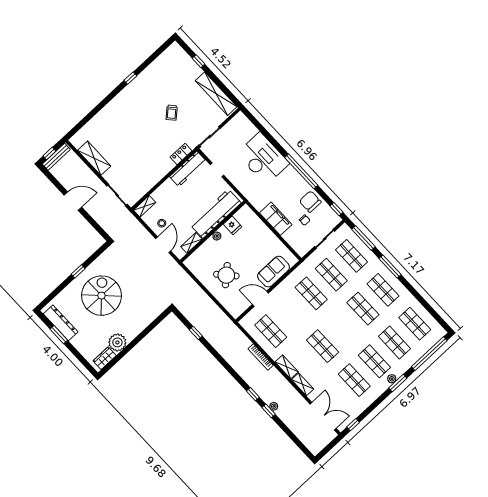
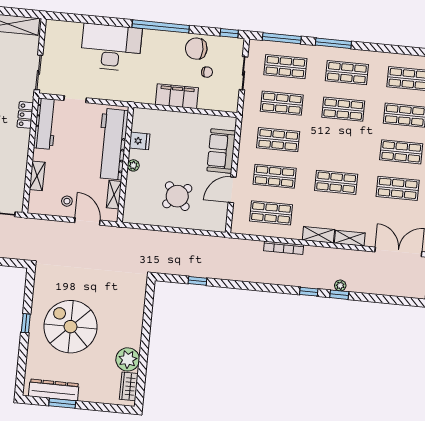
shelving: (145, 206) -> (37, 176), moved
shop shelf: (291, 312) -> (275, 176), added

